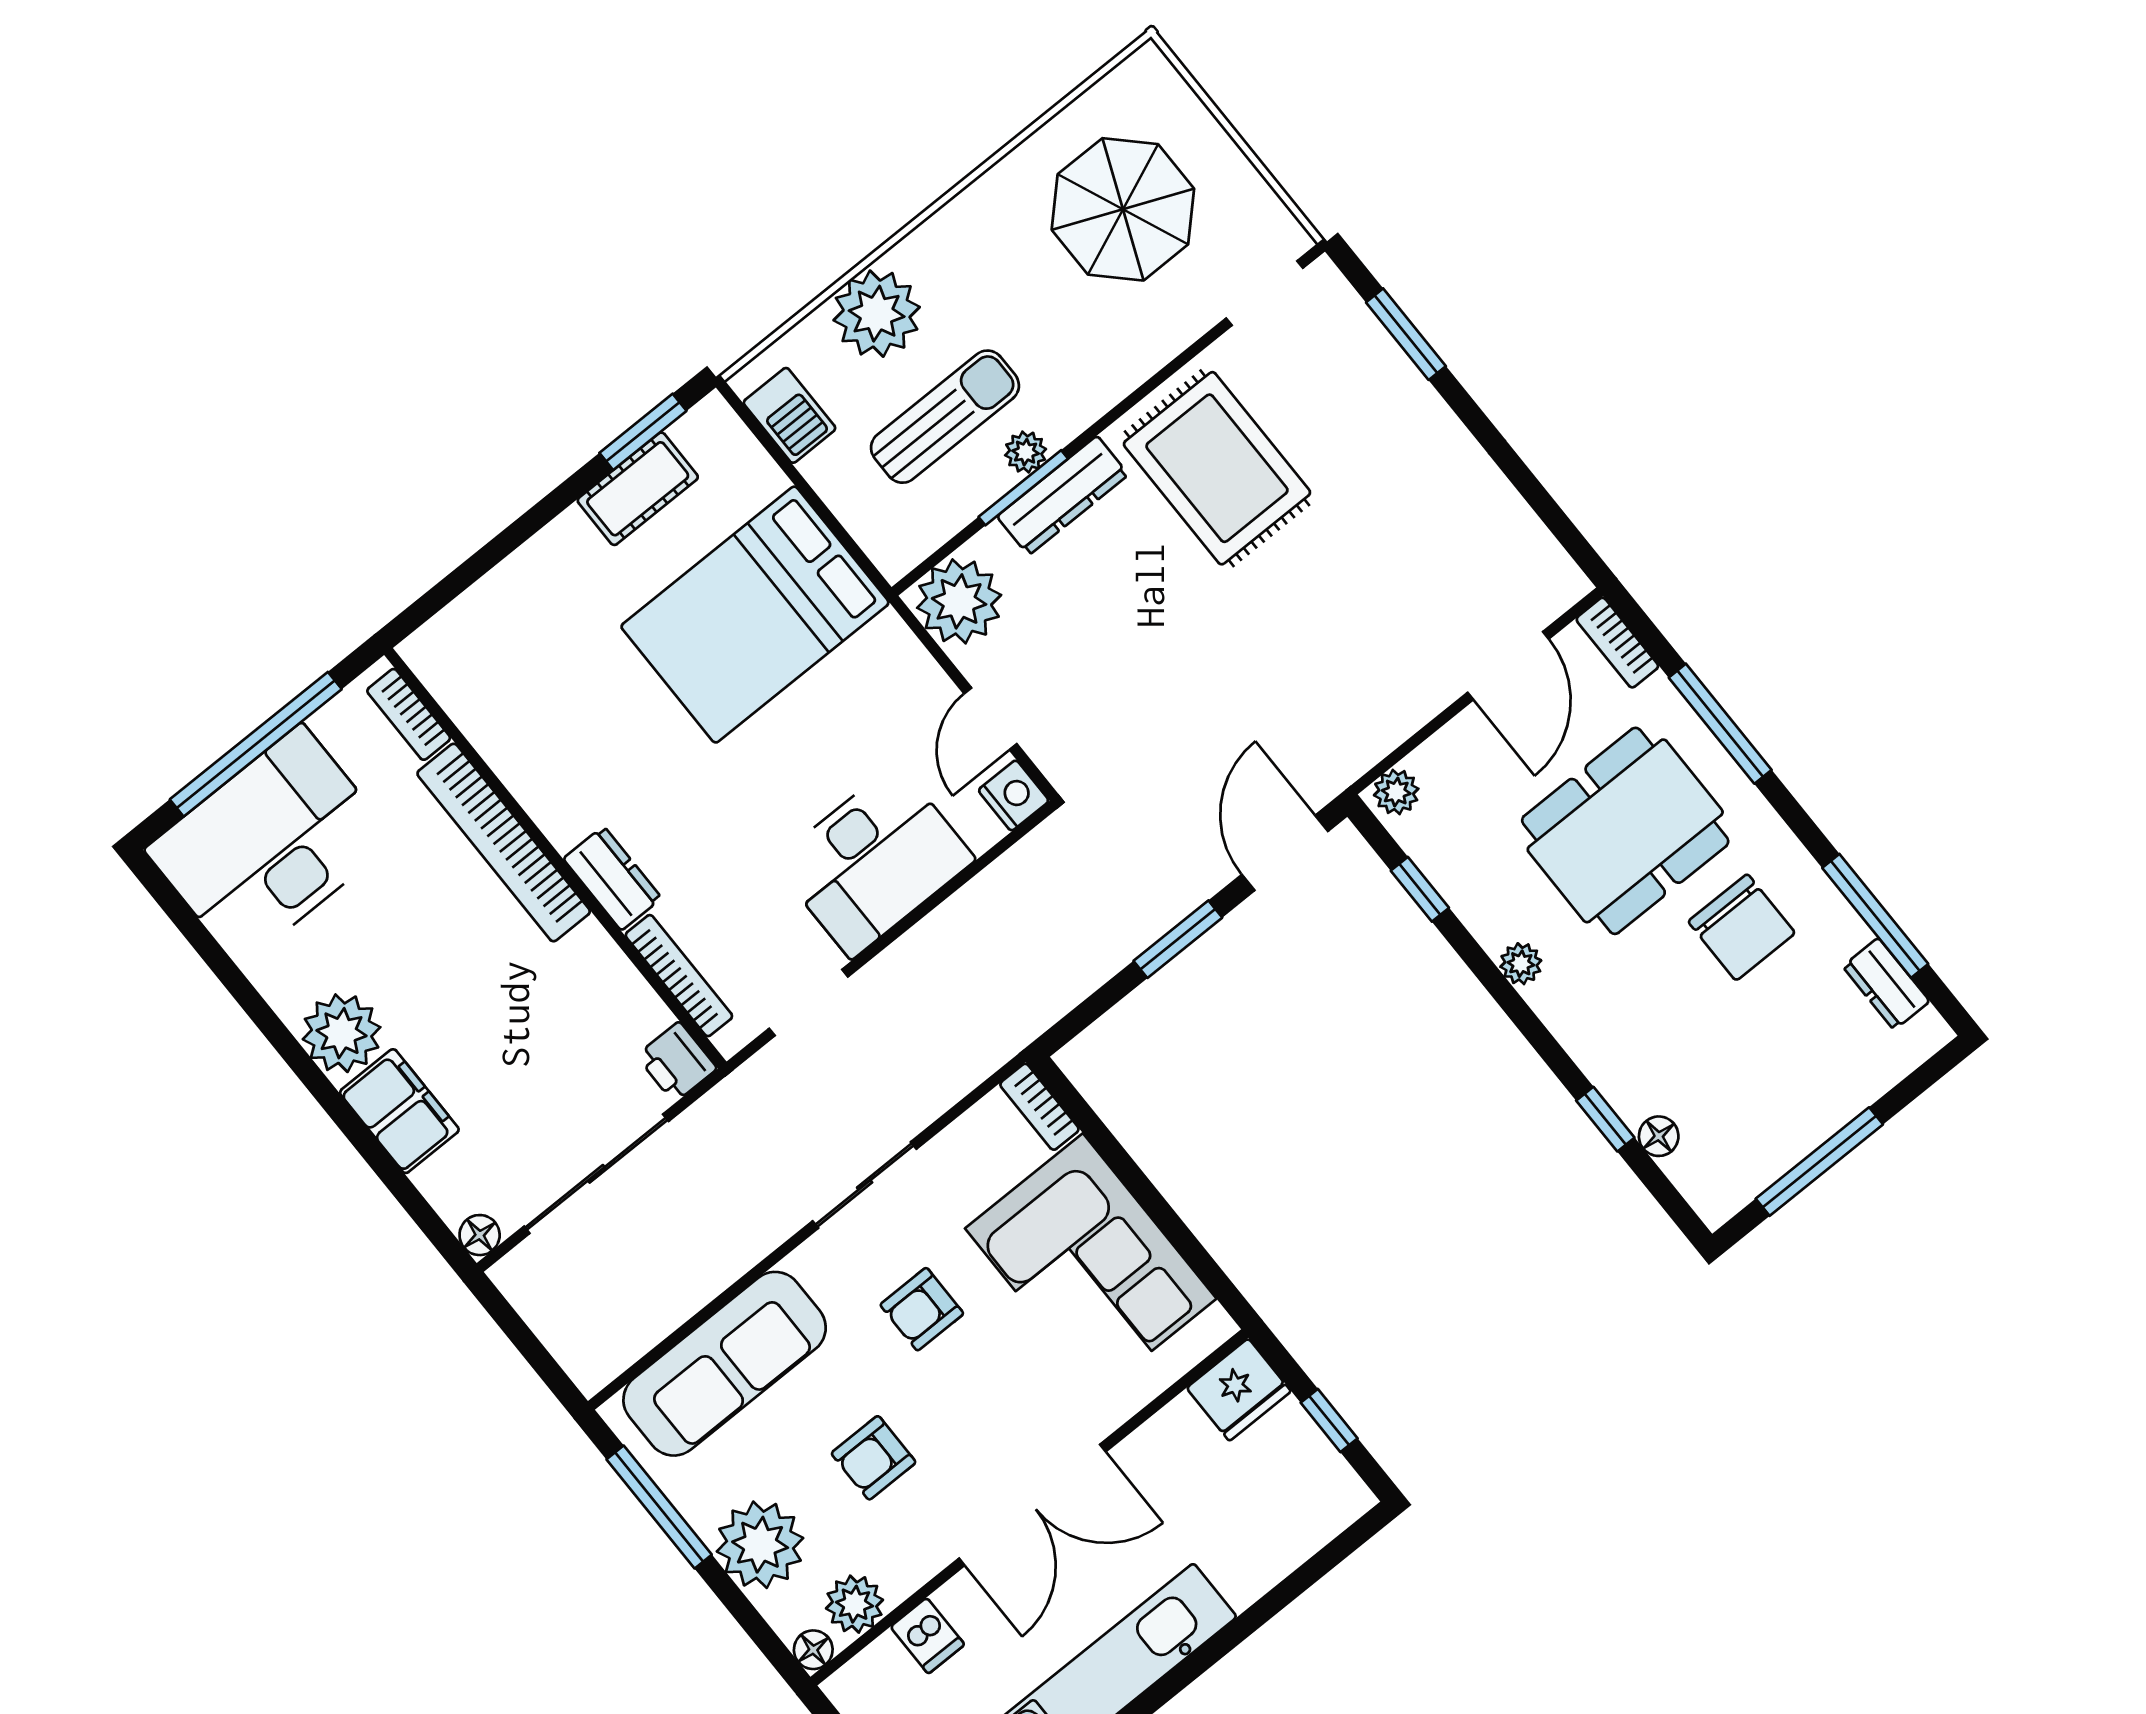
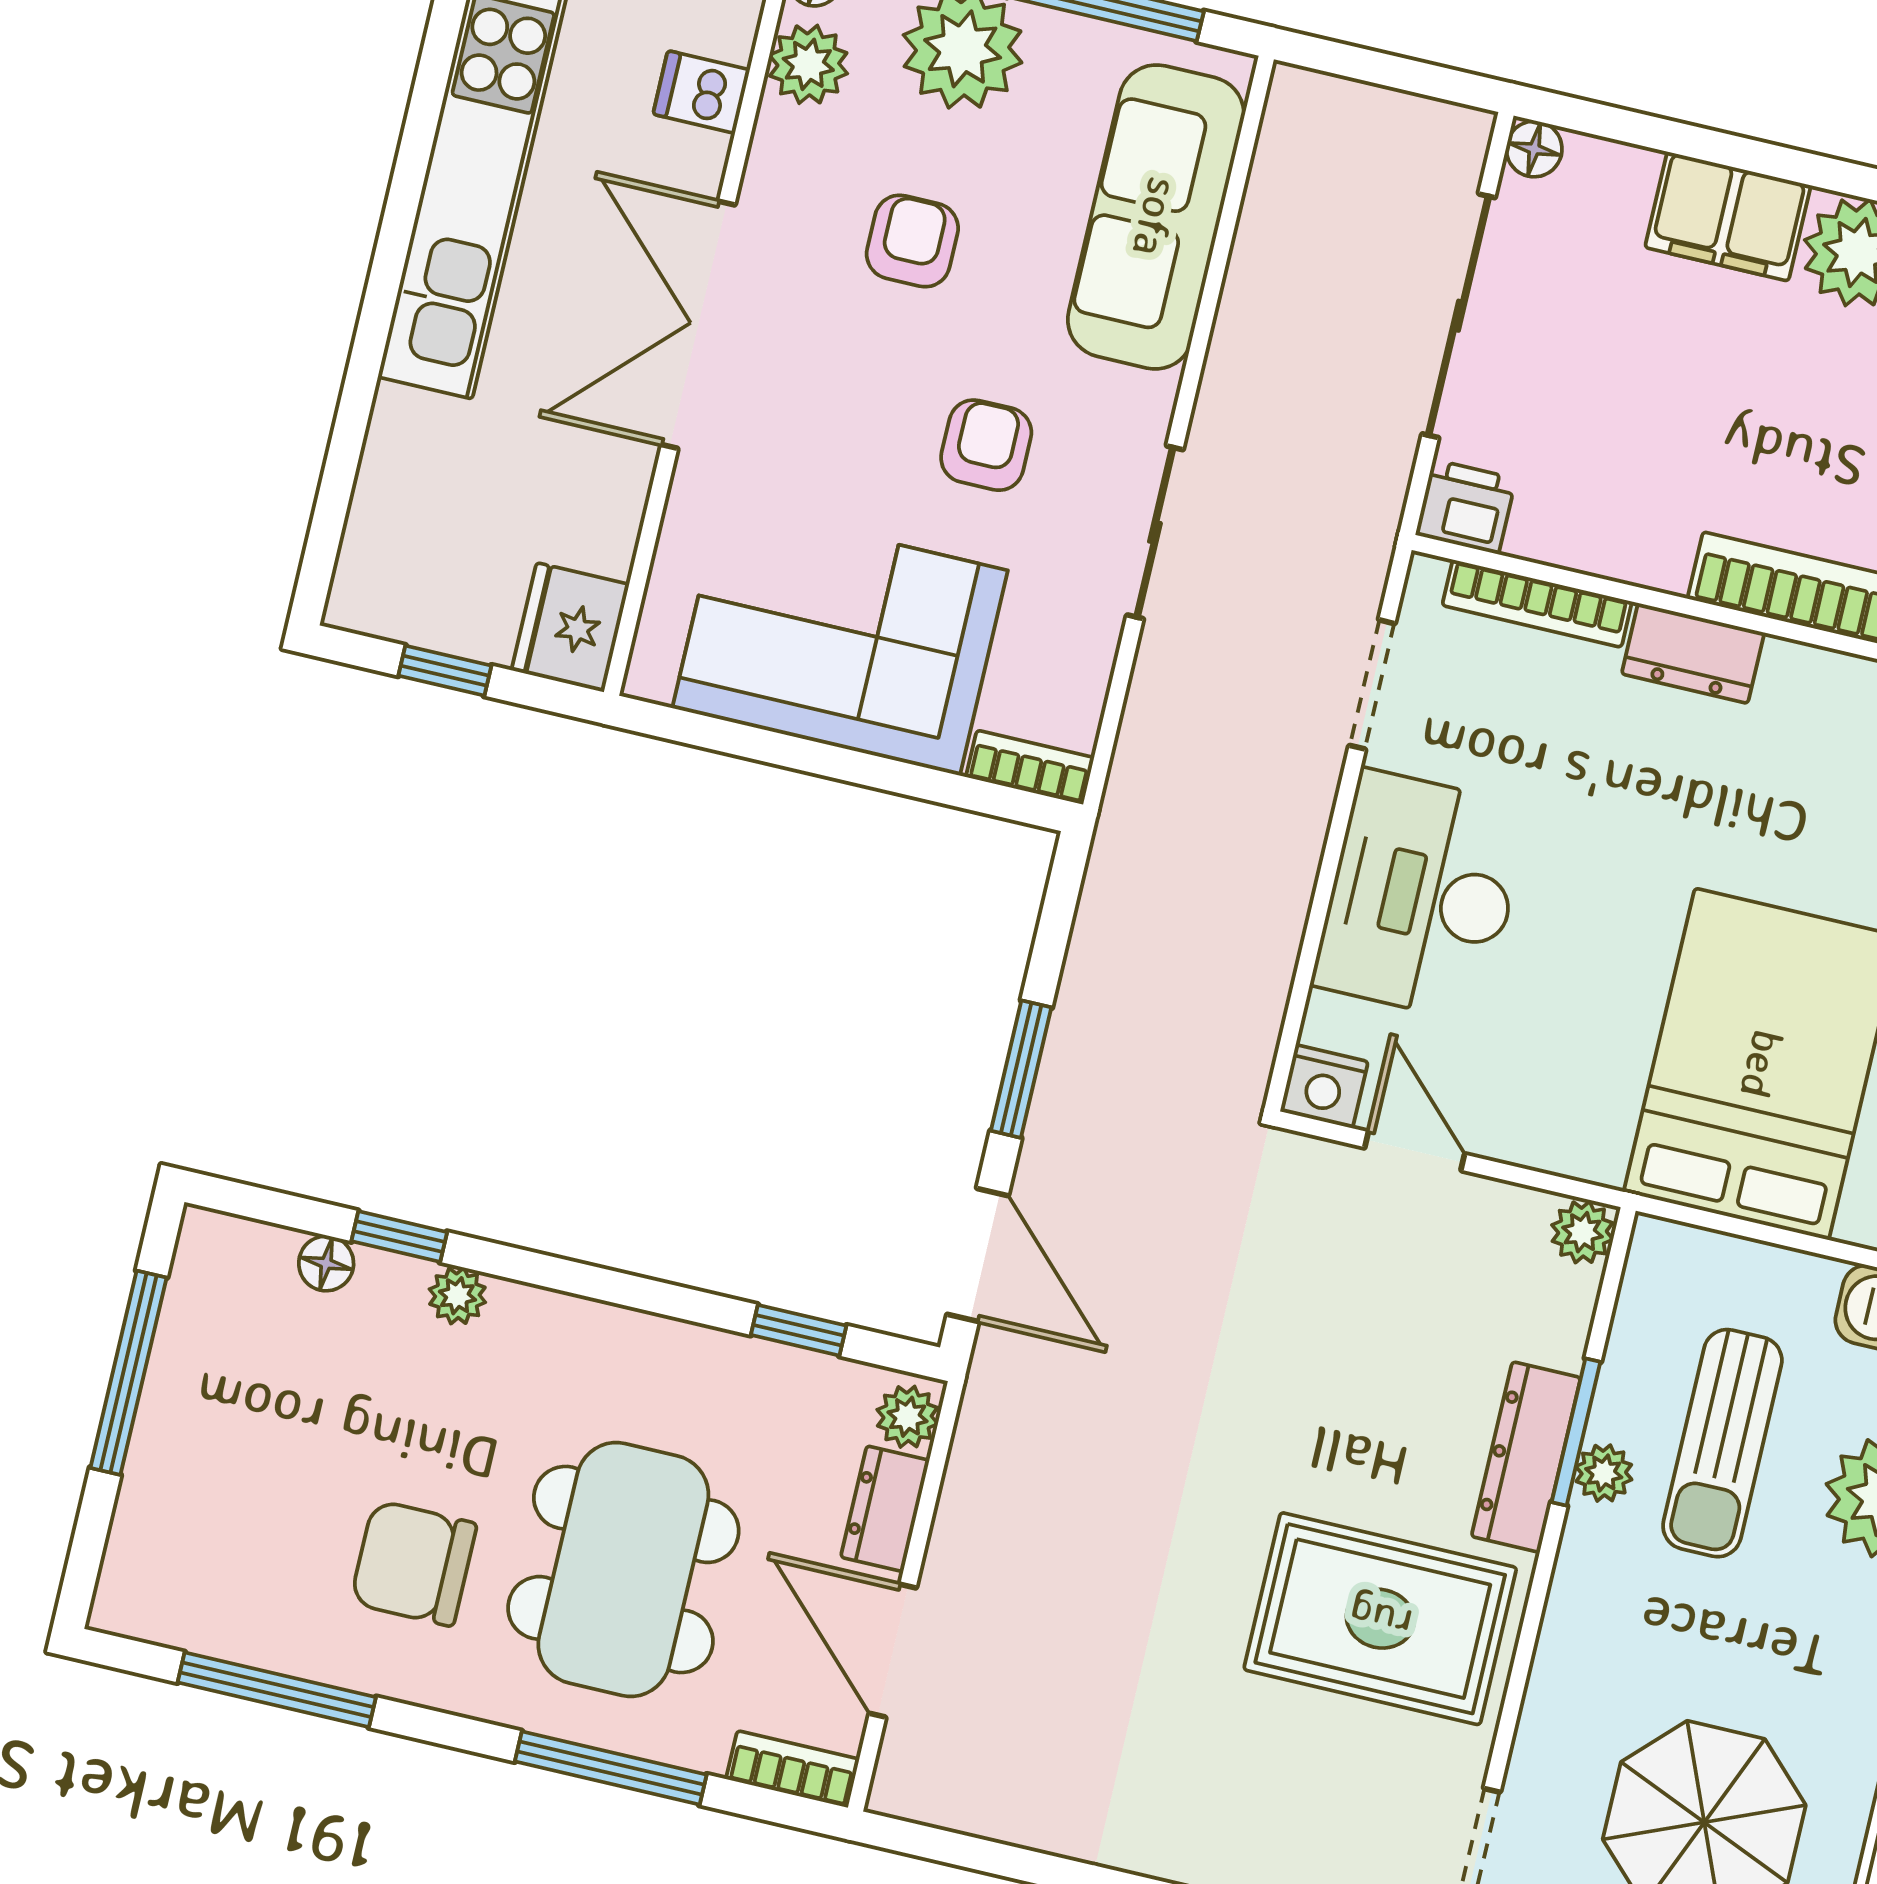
plant: (959, 601) -> (1582, 1232), width x0.53, depth x0.53
plant: (1521, 964) -> (457, 1296), moved
dresser: (1886, 984) -> (885, 1509), moved, turned -90

